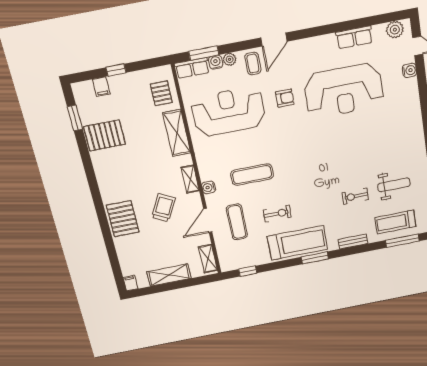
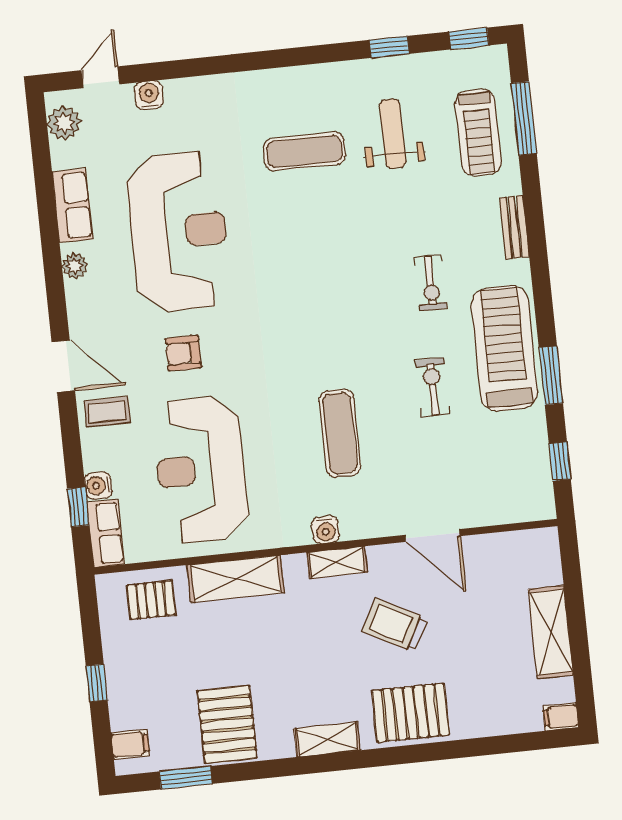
window: (204, 53) -> (78, 507), width x0.67
plant: (230, 59) -> (75, 266), moved
filing cabinet: (101, 87) -> (130, 744), moved
armchair: (285, 98) -> (183, 353), turned -90
water cooler: (209, 187) -> (326, 530), moved
exercise bike: (355, 196) -> (431, 283), moved
exercise mat: (237, 222) -> (304, 151), moved
window: (315, 258) -> (551, 375), moved
shelving: (208, 259) -> (327, 739), moved

